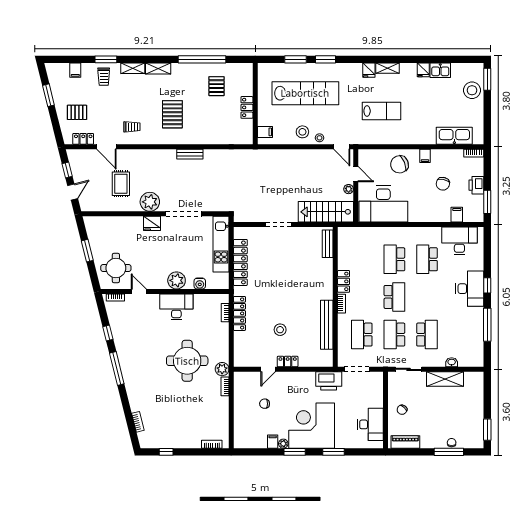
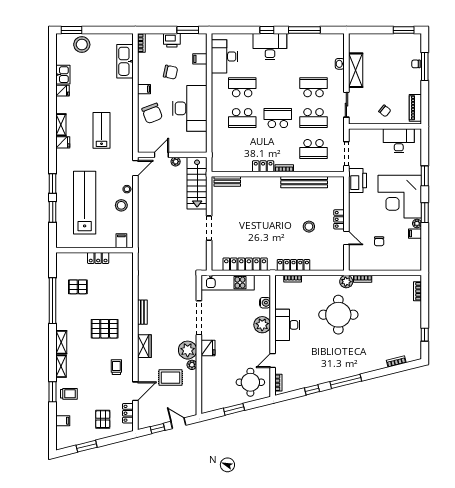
wardrobe: (154, 156) -> (144, 346), added
desk: (383, 204) -> (190, 108), moved
plant: (134, 206) -> (192, 365), added
school desk: (427, 259) -> (242, 87), turned 180

